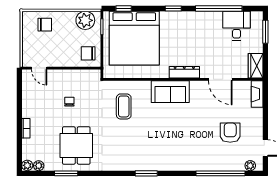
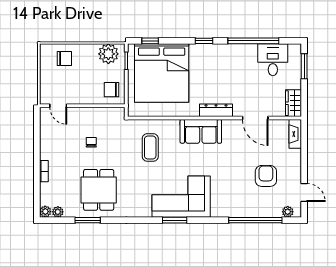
corner sofa: (152, 152) -> (181, 197), added

